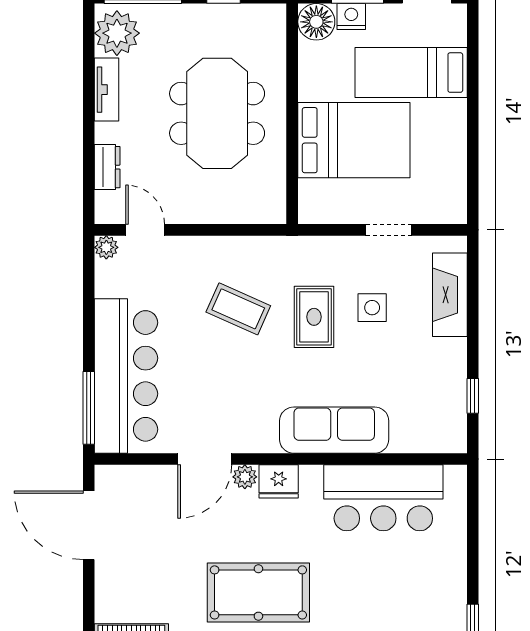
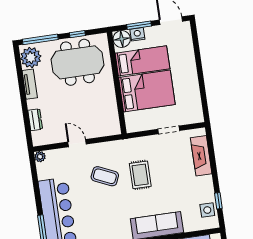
bed: (411, 73) -> (142, 61), moved, turned 180
meeting table: (217, 113) -> (77, 62), moved, turned 90
door: (145, 230) -> (77, 143), moved
side table: (372, 308) -> (207, 210), moved

